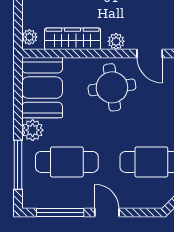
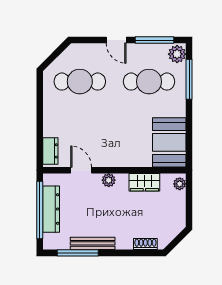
wardrobe: (73, 39) -> (144, 182), width x0.67
round table: (112, 87) -> (112, 143), removed
plant: (33, 130) -> (177, 54), moved

